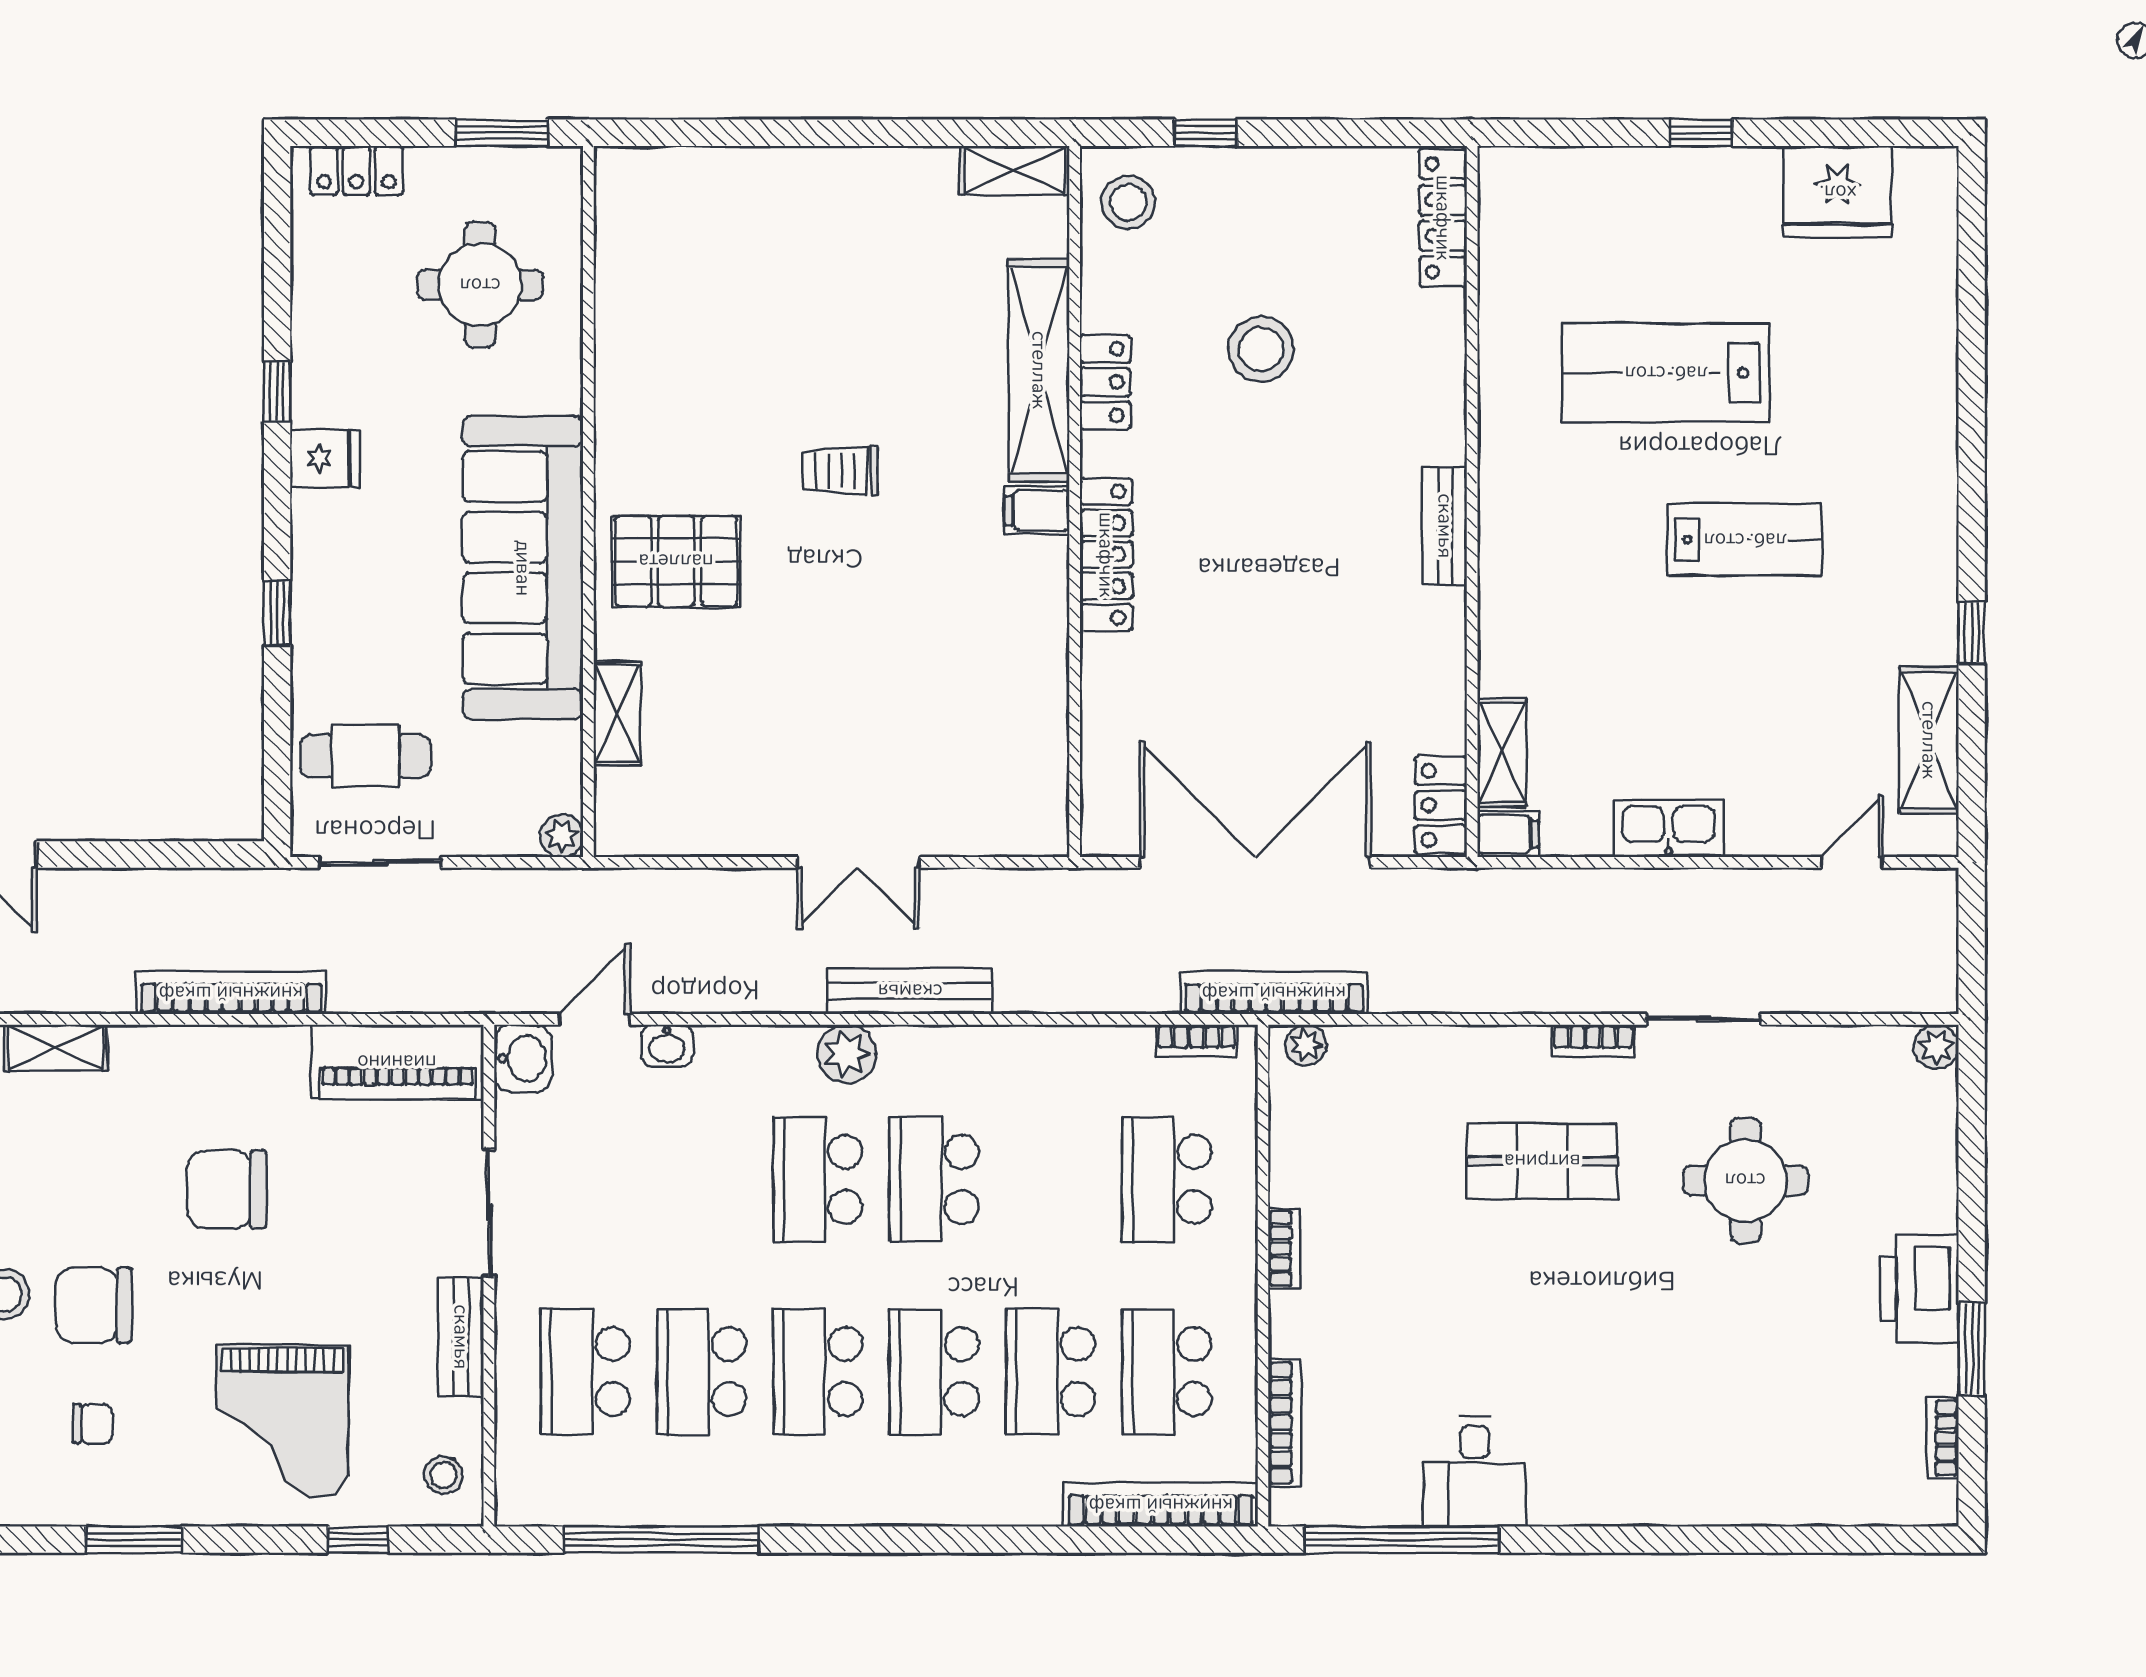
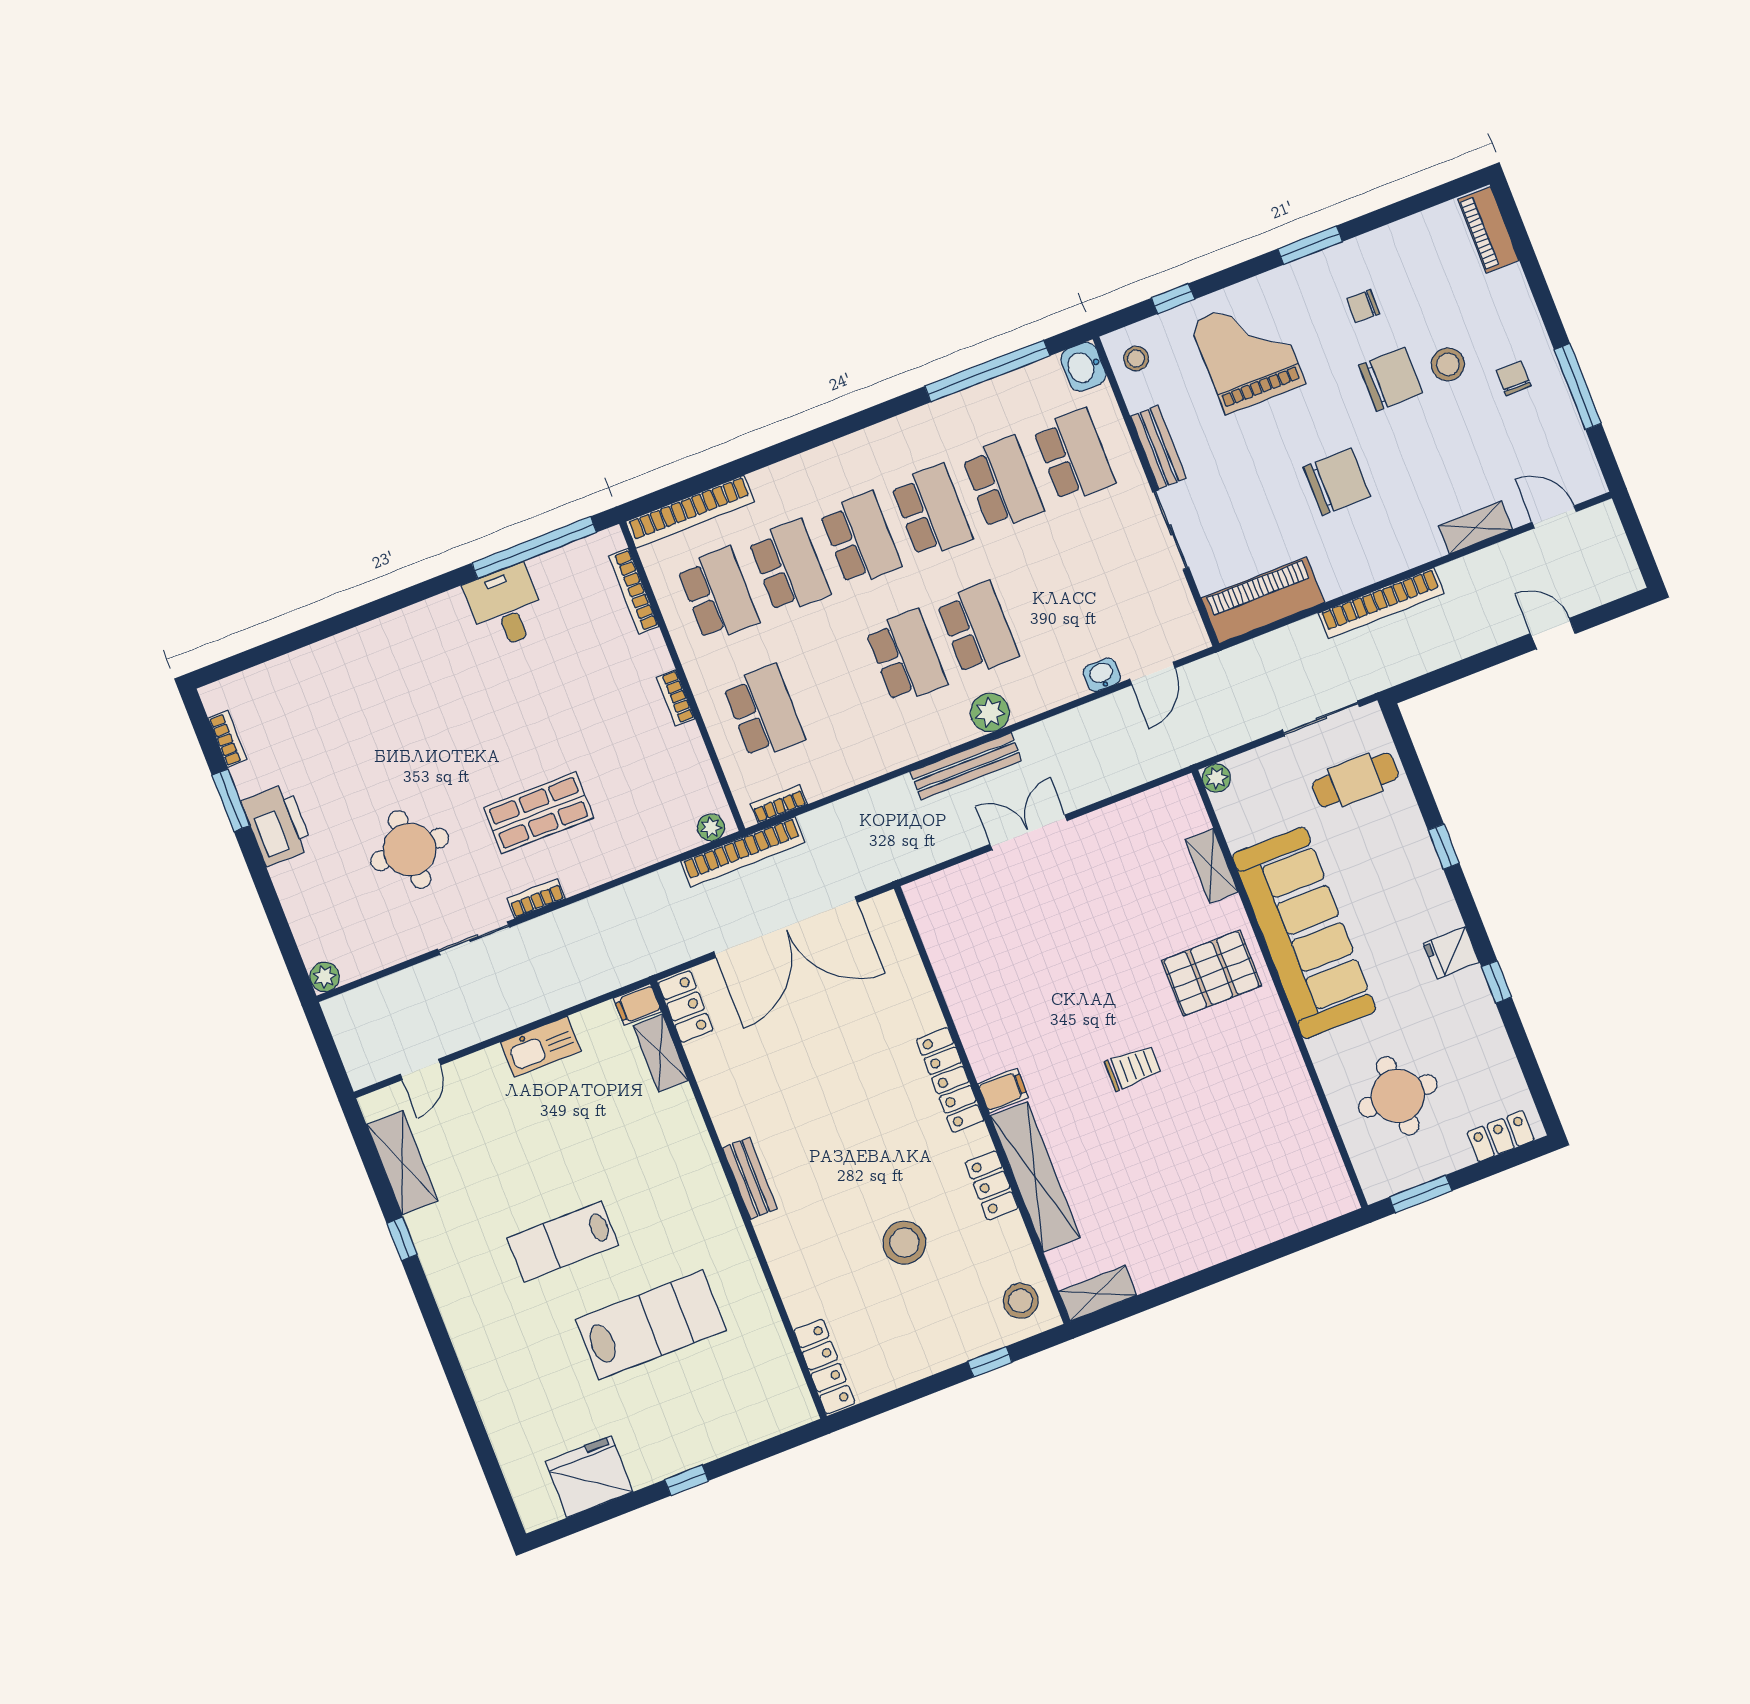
washbasin: (523, 1059) -> (1083, 367), moved

